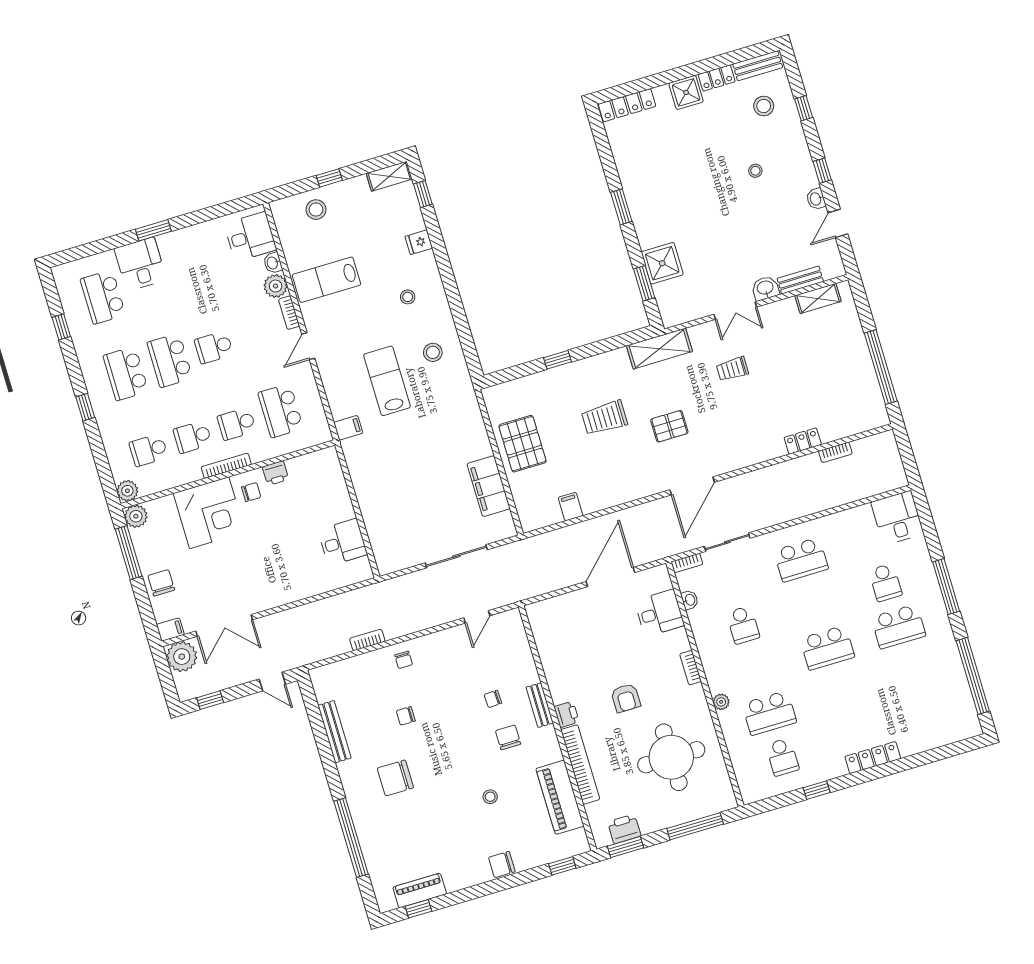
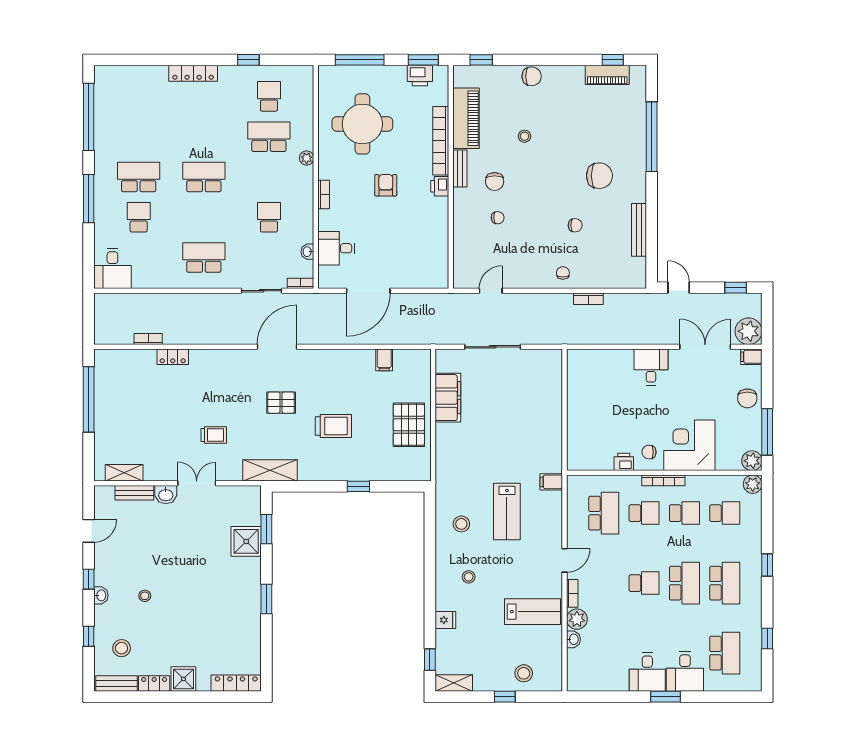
washbasin: (816, 199) -> (101, 595), moved
desk: (250, 237) -> (647, 672), moved, turned -90
desk: (343, 542) -> (651, 367), moved, turned 90
bench: (540, 705) -> (460, 169), moved

